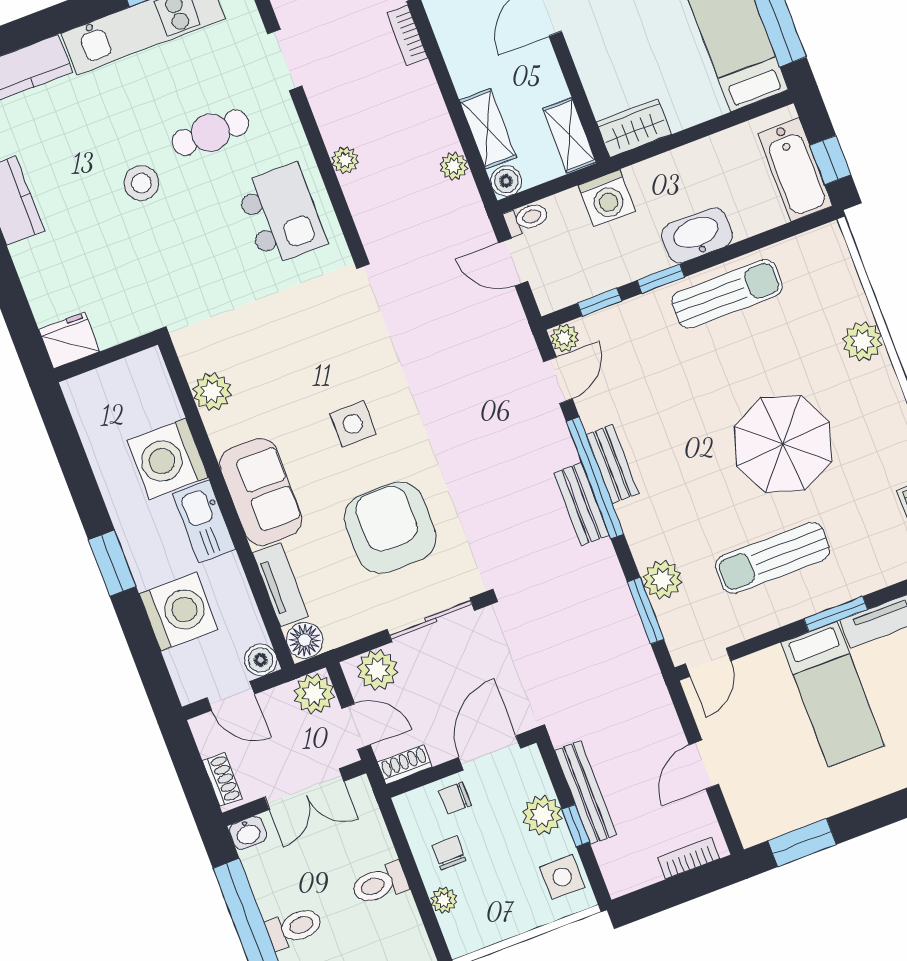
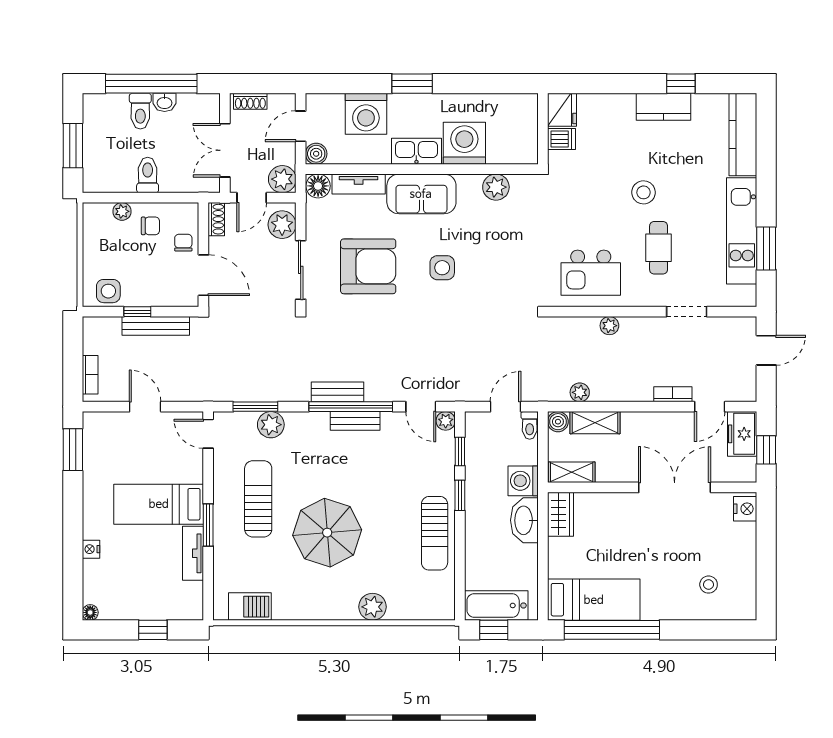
washbasin: (697, 235) -> (524, 520), moved, turned 180
dishwasher: (110, 326) -> (562, 139), added
plant: (542, 815) -> (152, 293), removed
washbasin: (248, 833) -> (165, 102), moved, turned -90

